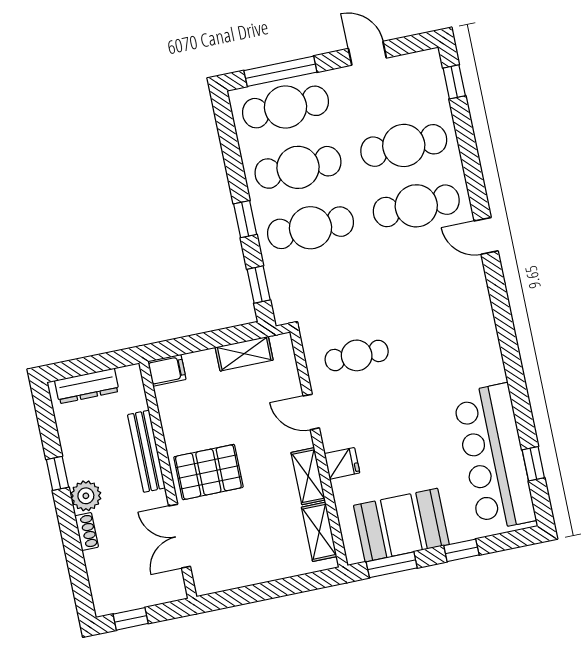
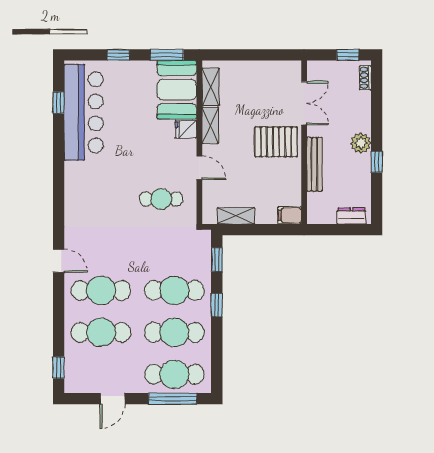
door: (367, 53) -> (113, 399), hinge flipped
dresser: (87, 386) -> (351, 216), width x0.70
booth: (401, 525) -> (177, 90), moved, turned 90
shoe rack: (87, 531) -> (365, 78), moved

